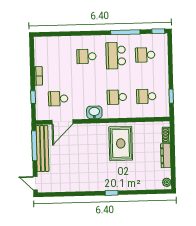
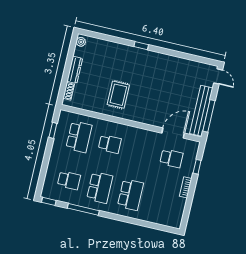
school desk: (86, 56) -> (130, 195), width x1.85
school desk: (146, 96) -> (79, 137), width x1.85
washbasin: (94, 112) -> (137, 134), removed
rug: (121, 143) -> (118, 95), width x0.73, depth x0.70

